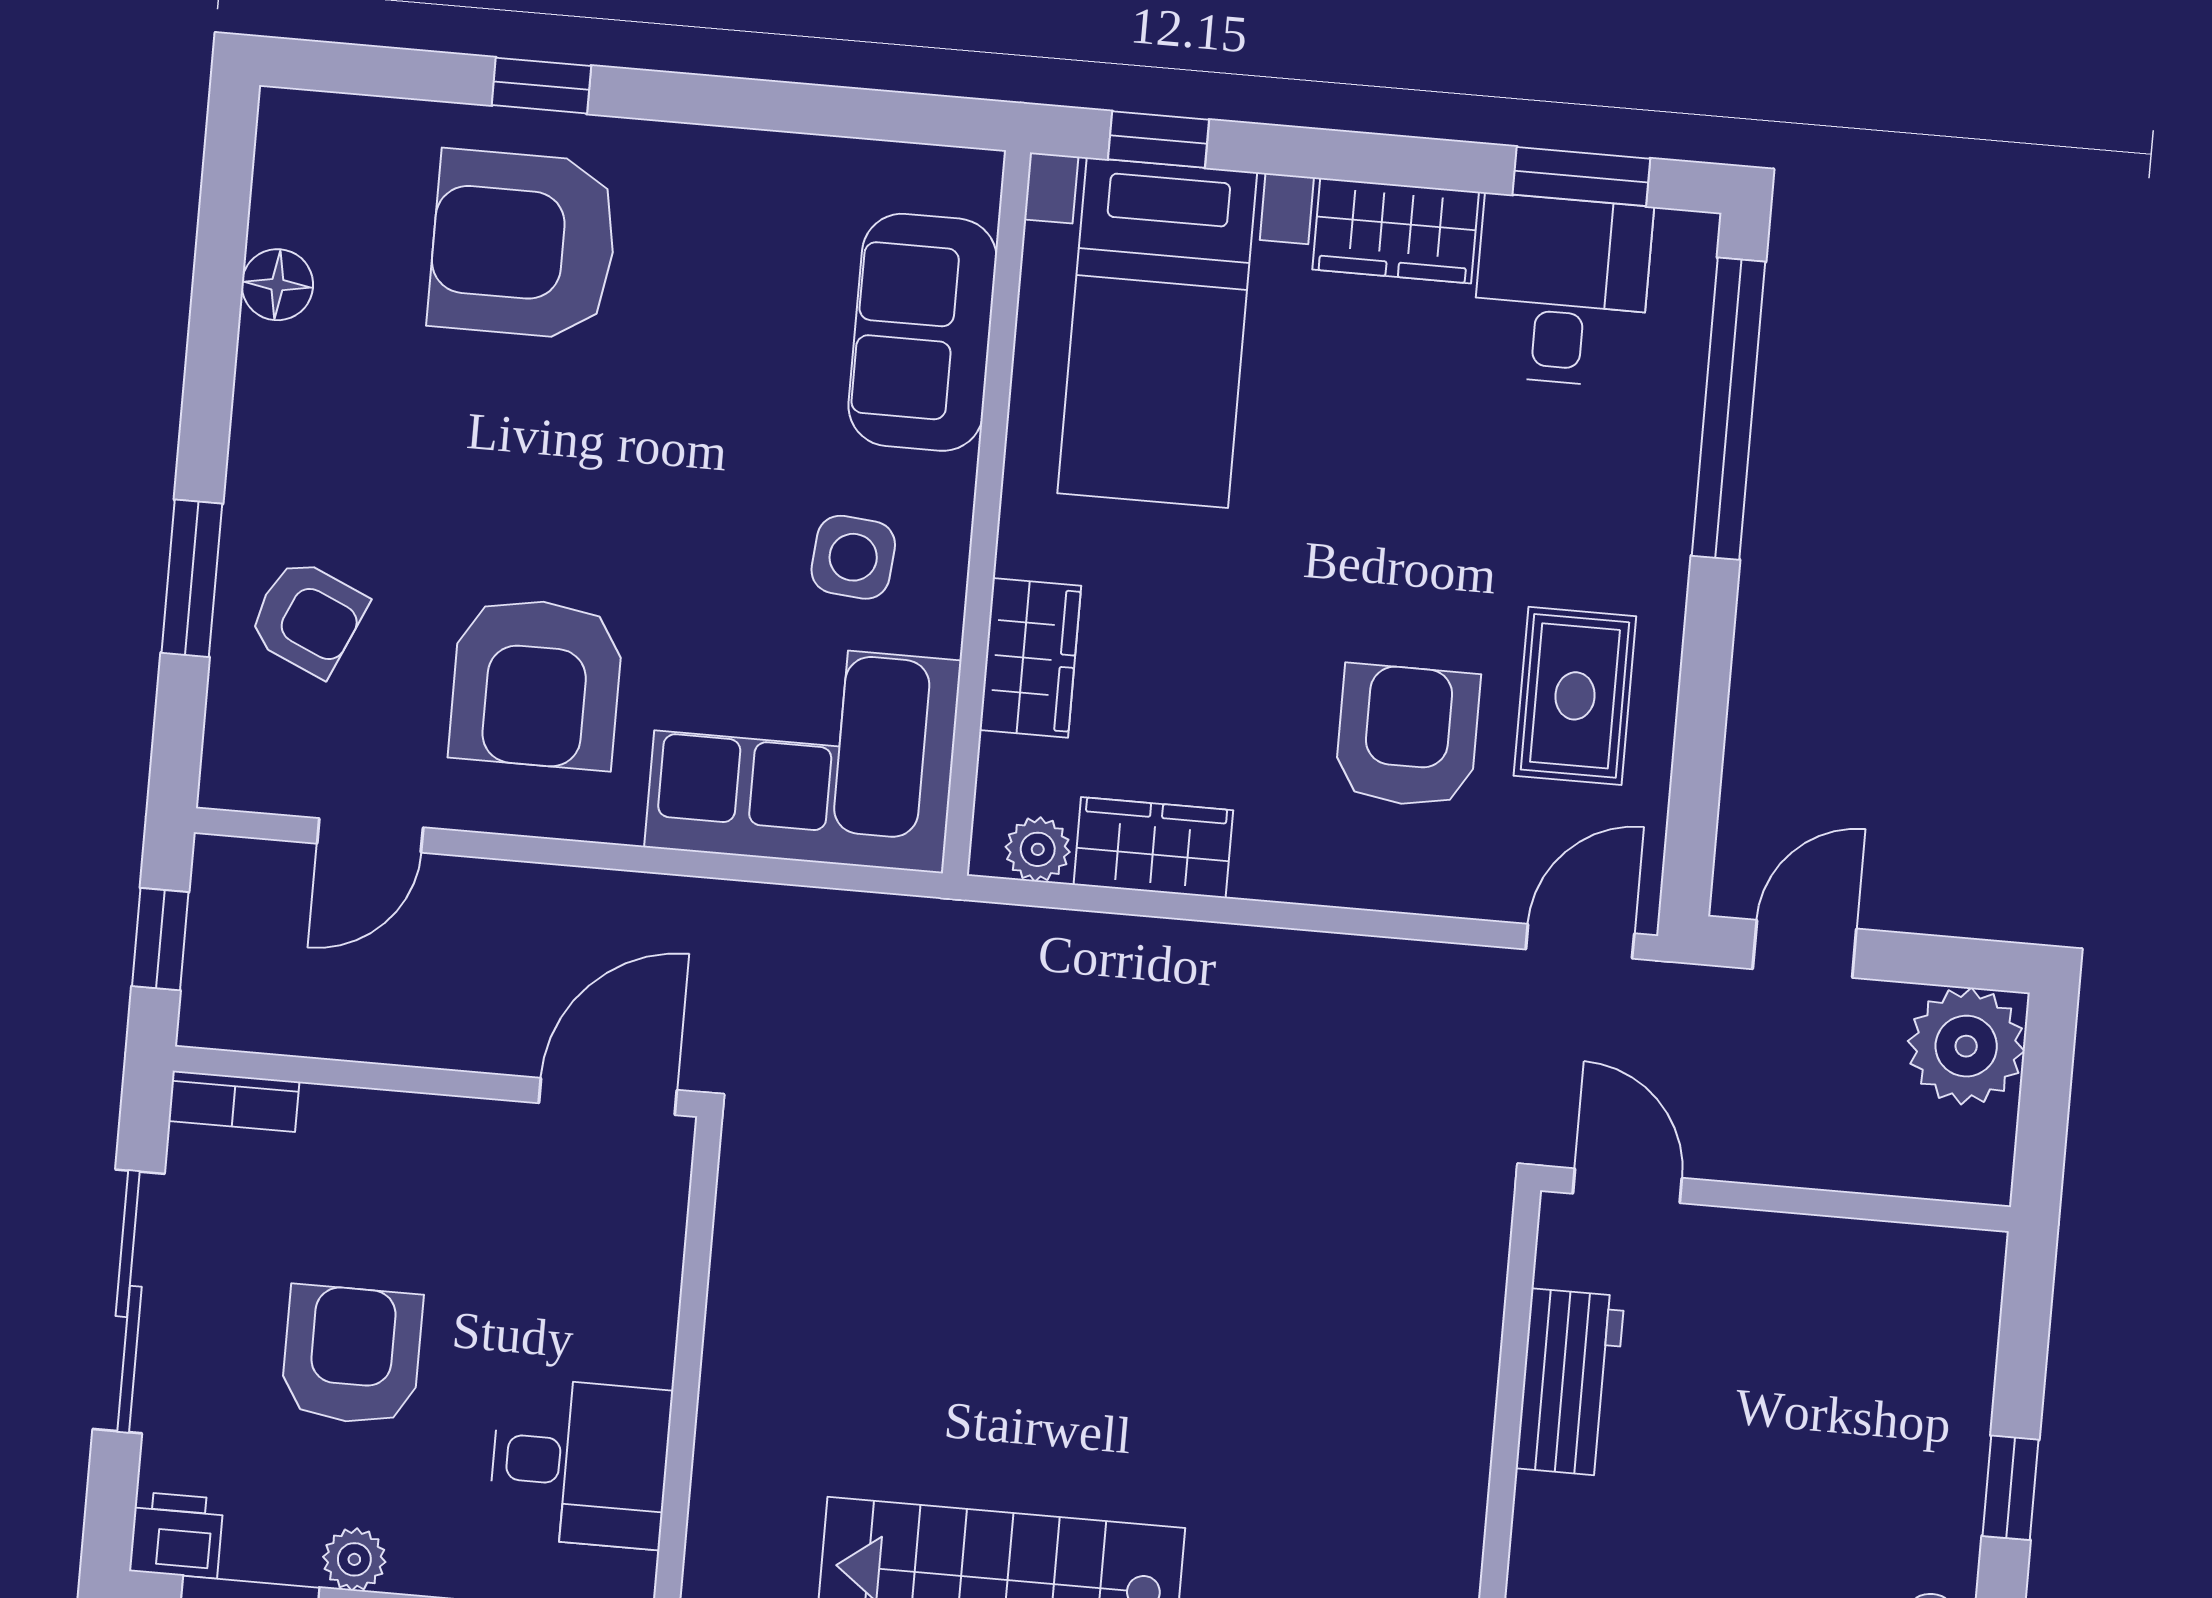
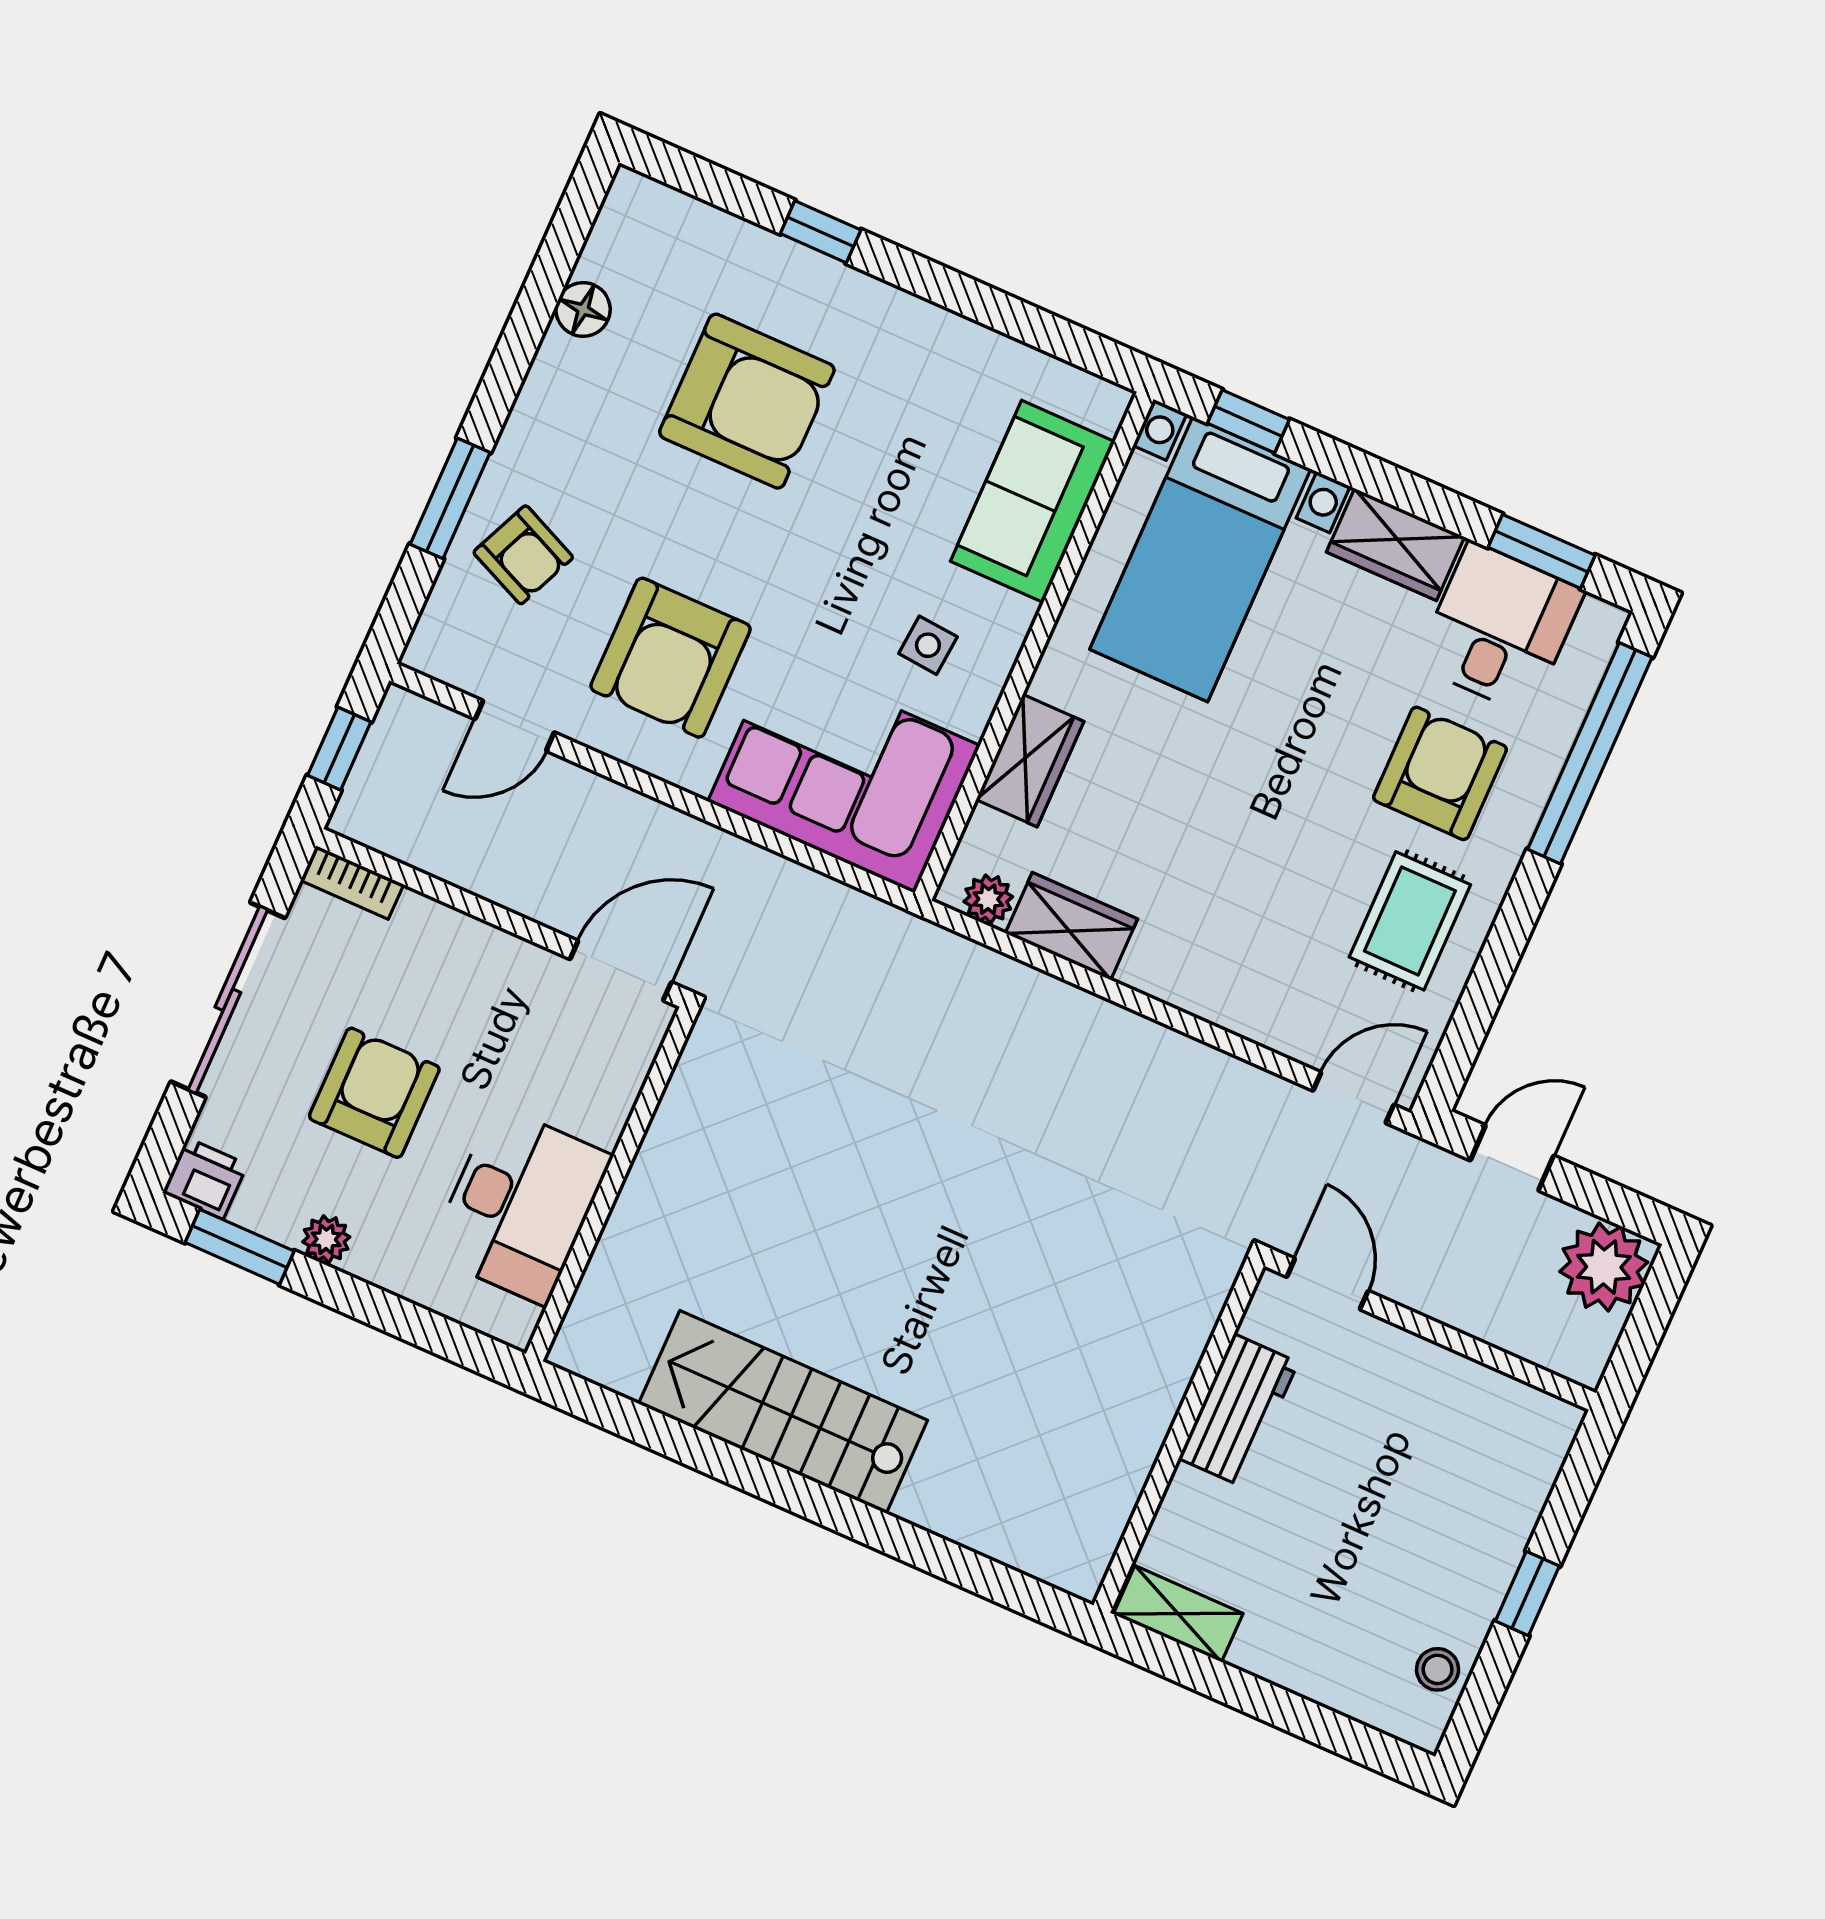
armchair: (523, 244) -> (747, 401), moved, turned 180
side table: (853, 557) -> (928, 645), width x0.73, depth x0.73
armchair: (1407, 736) -> (1440, 773), moved
desk: (580, 1463) -> (520, 1205), width x1.37

